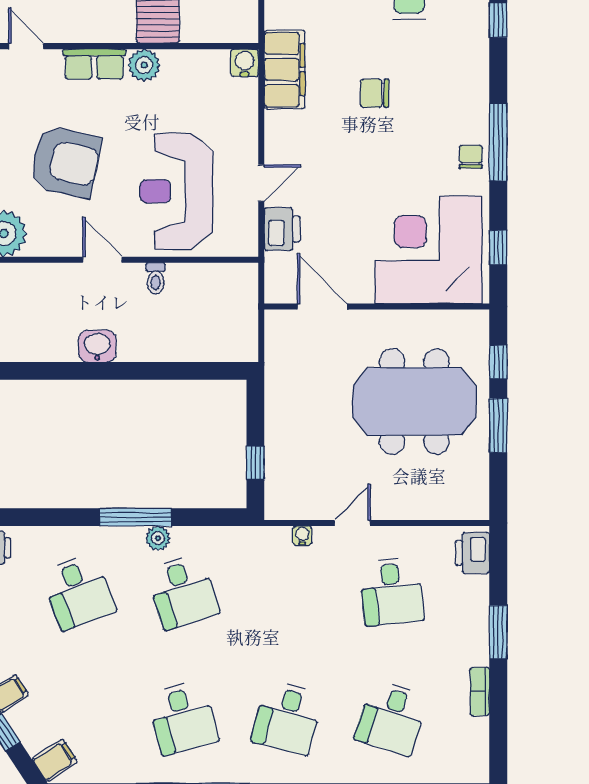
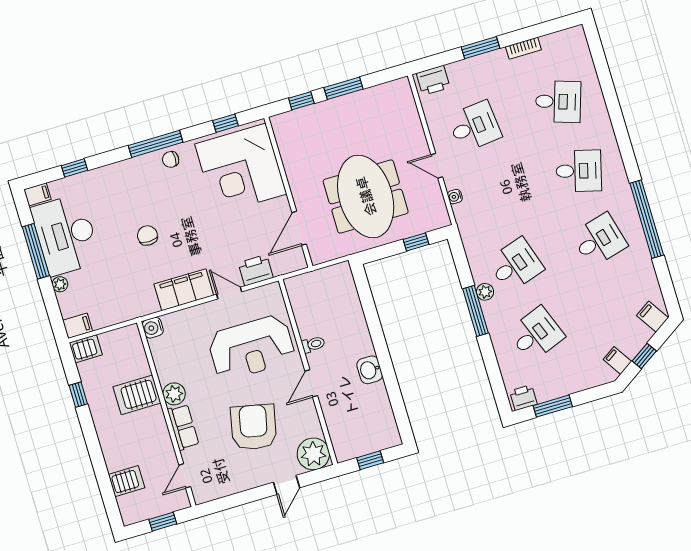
filing cabinet: (285, 70) -> (184, 290), moved
chair: (375, 93) -> (147, 236), turned 180
meeting table: (414, 401) -> (366, 196), moved

